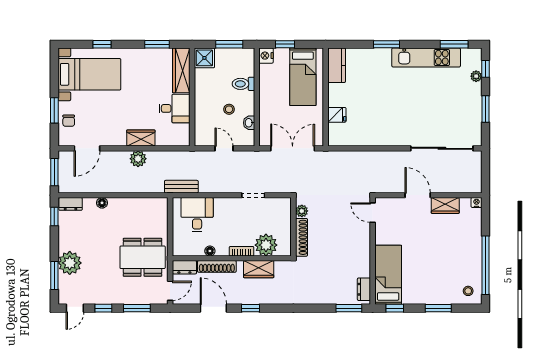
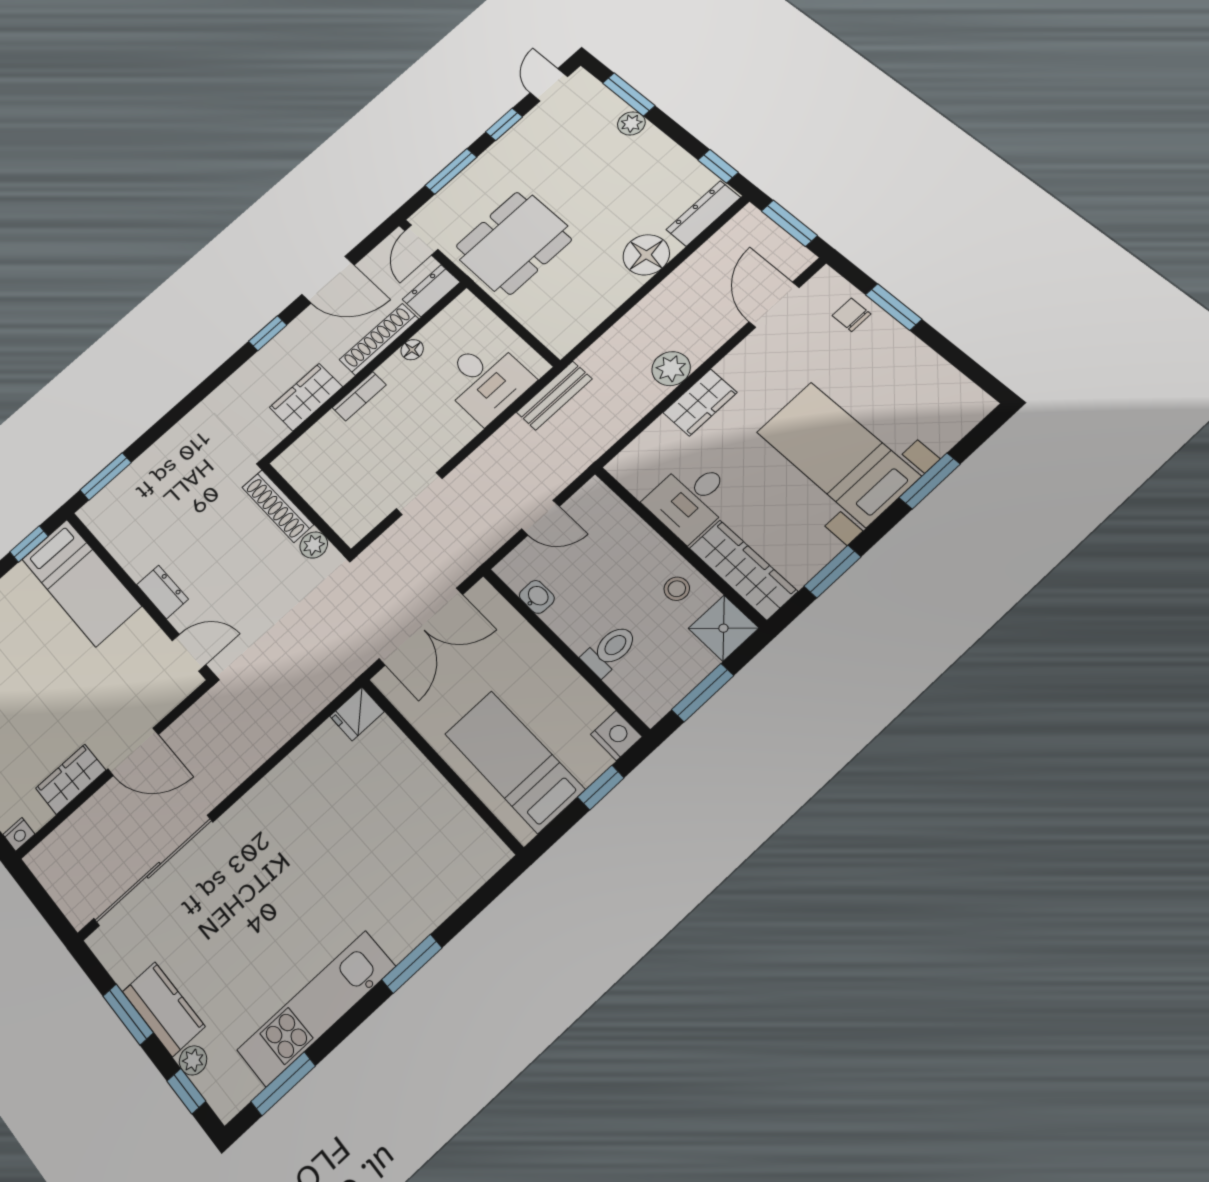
window: (102, 44) -> (930, 481), width x1.50
kitchen counter: (337, 65) -> (164, 1009), moved, turned 180
bed with nightstands: (89, 74) -> (838, 454), moved, turned 90
stool: (229, 109) -> (677, 589), moved
fridge: (337, 115) -> (357, 714), moved
floor lamp: (102, 203) -> (646, 255), width x1.89, depth x1.89
dresser: (71, 204) -> (703, 213), width x1.44
plant: (266, 245) -> (327, 441), removed
plant: (70, 263) -> (631, 123), width x0.53, depth x0.53
dresser: (364, 289) -> (162, 592), moved

